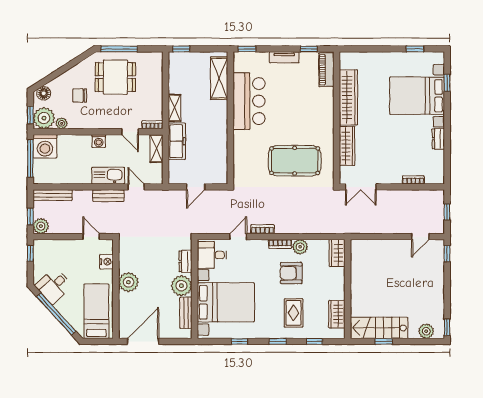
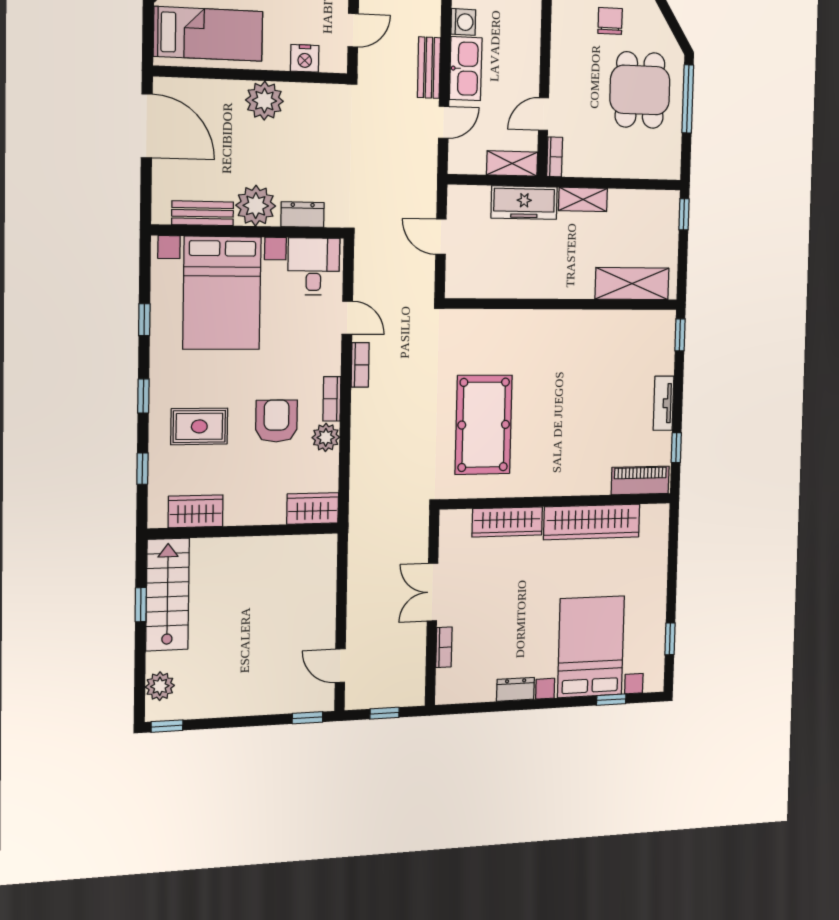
bar counter: (249, 101) -> (591, 339), removed
washing machine: (99, 141) -> (463, 22), moved, turned 180
double door: (361, 187) -> (433, 592), moved

